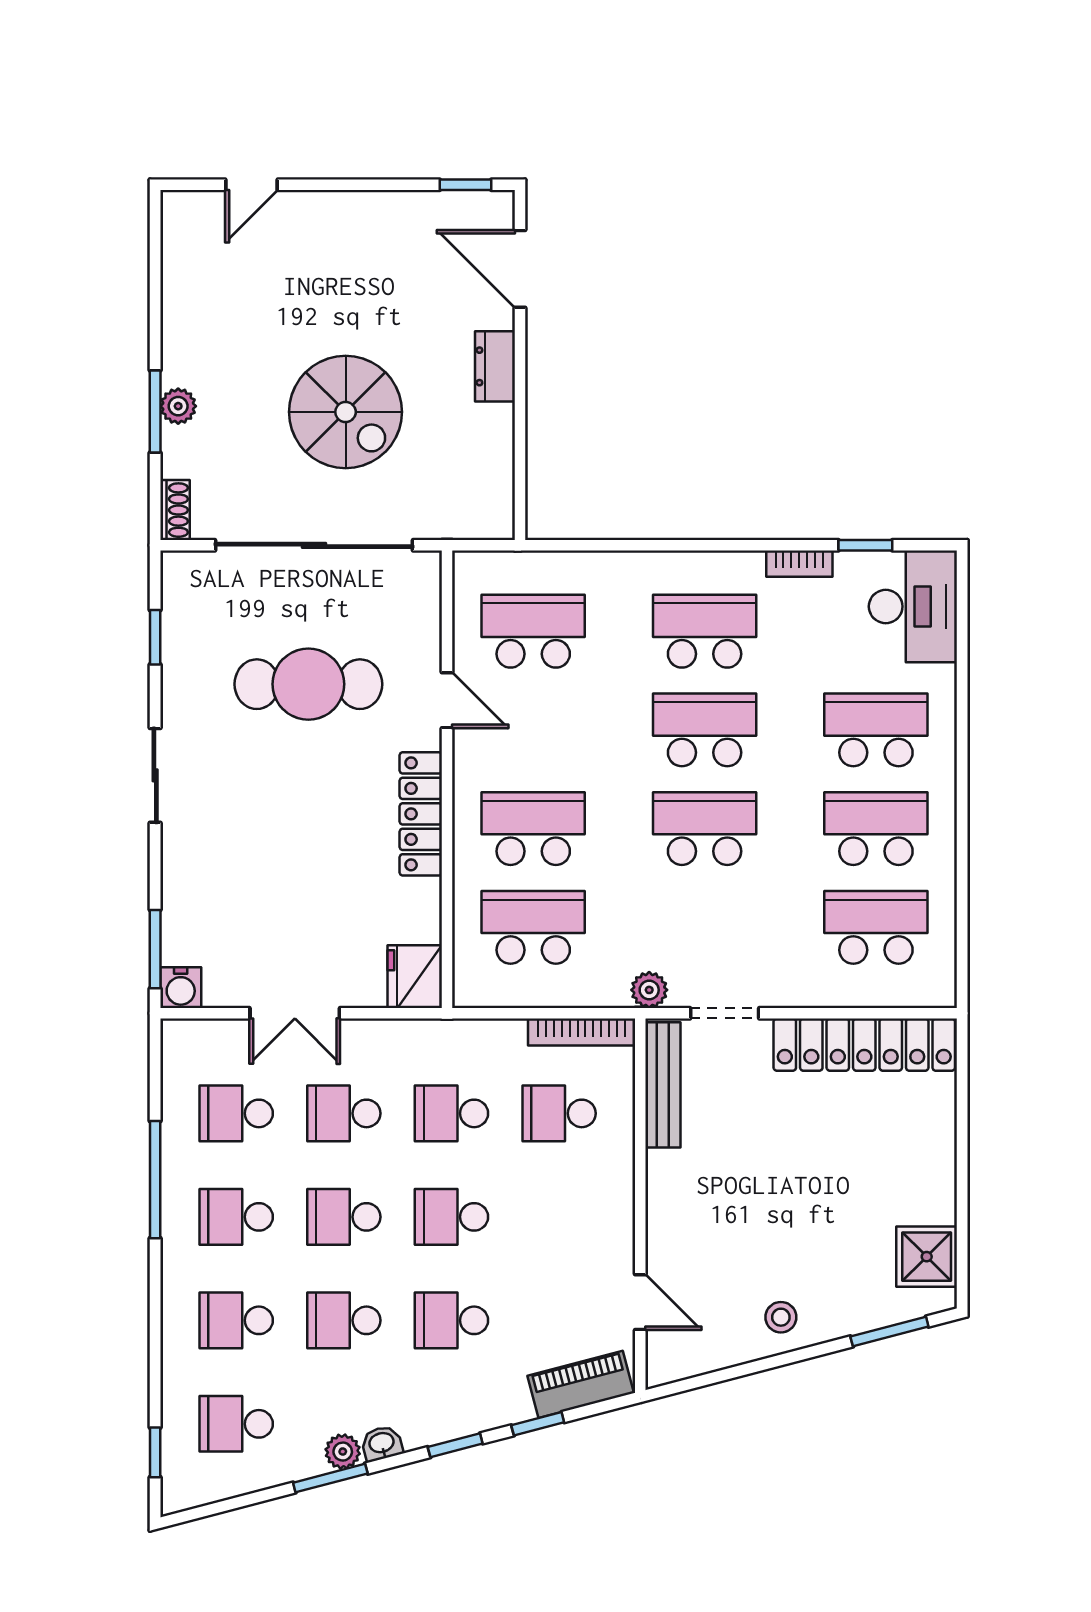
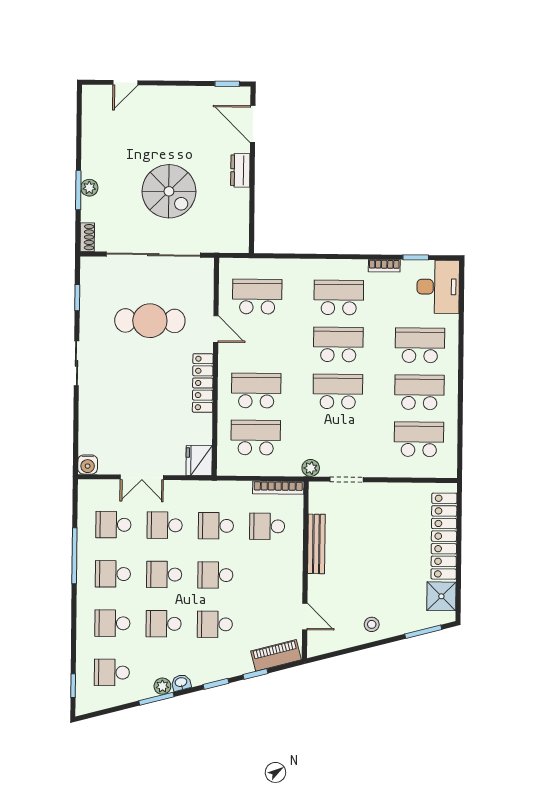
window: (155, 949) -> (76, 446), removed
locker: (864, 1045) -> (444, 536), moved, turned 90
bench: (663, 1085) -> (316, 544), moved

